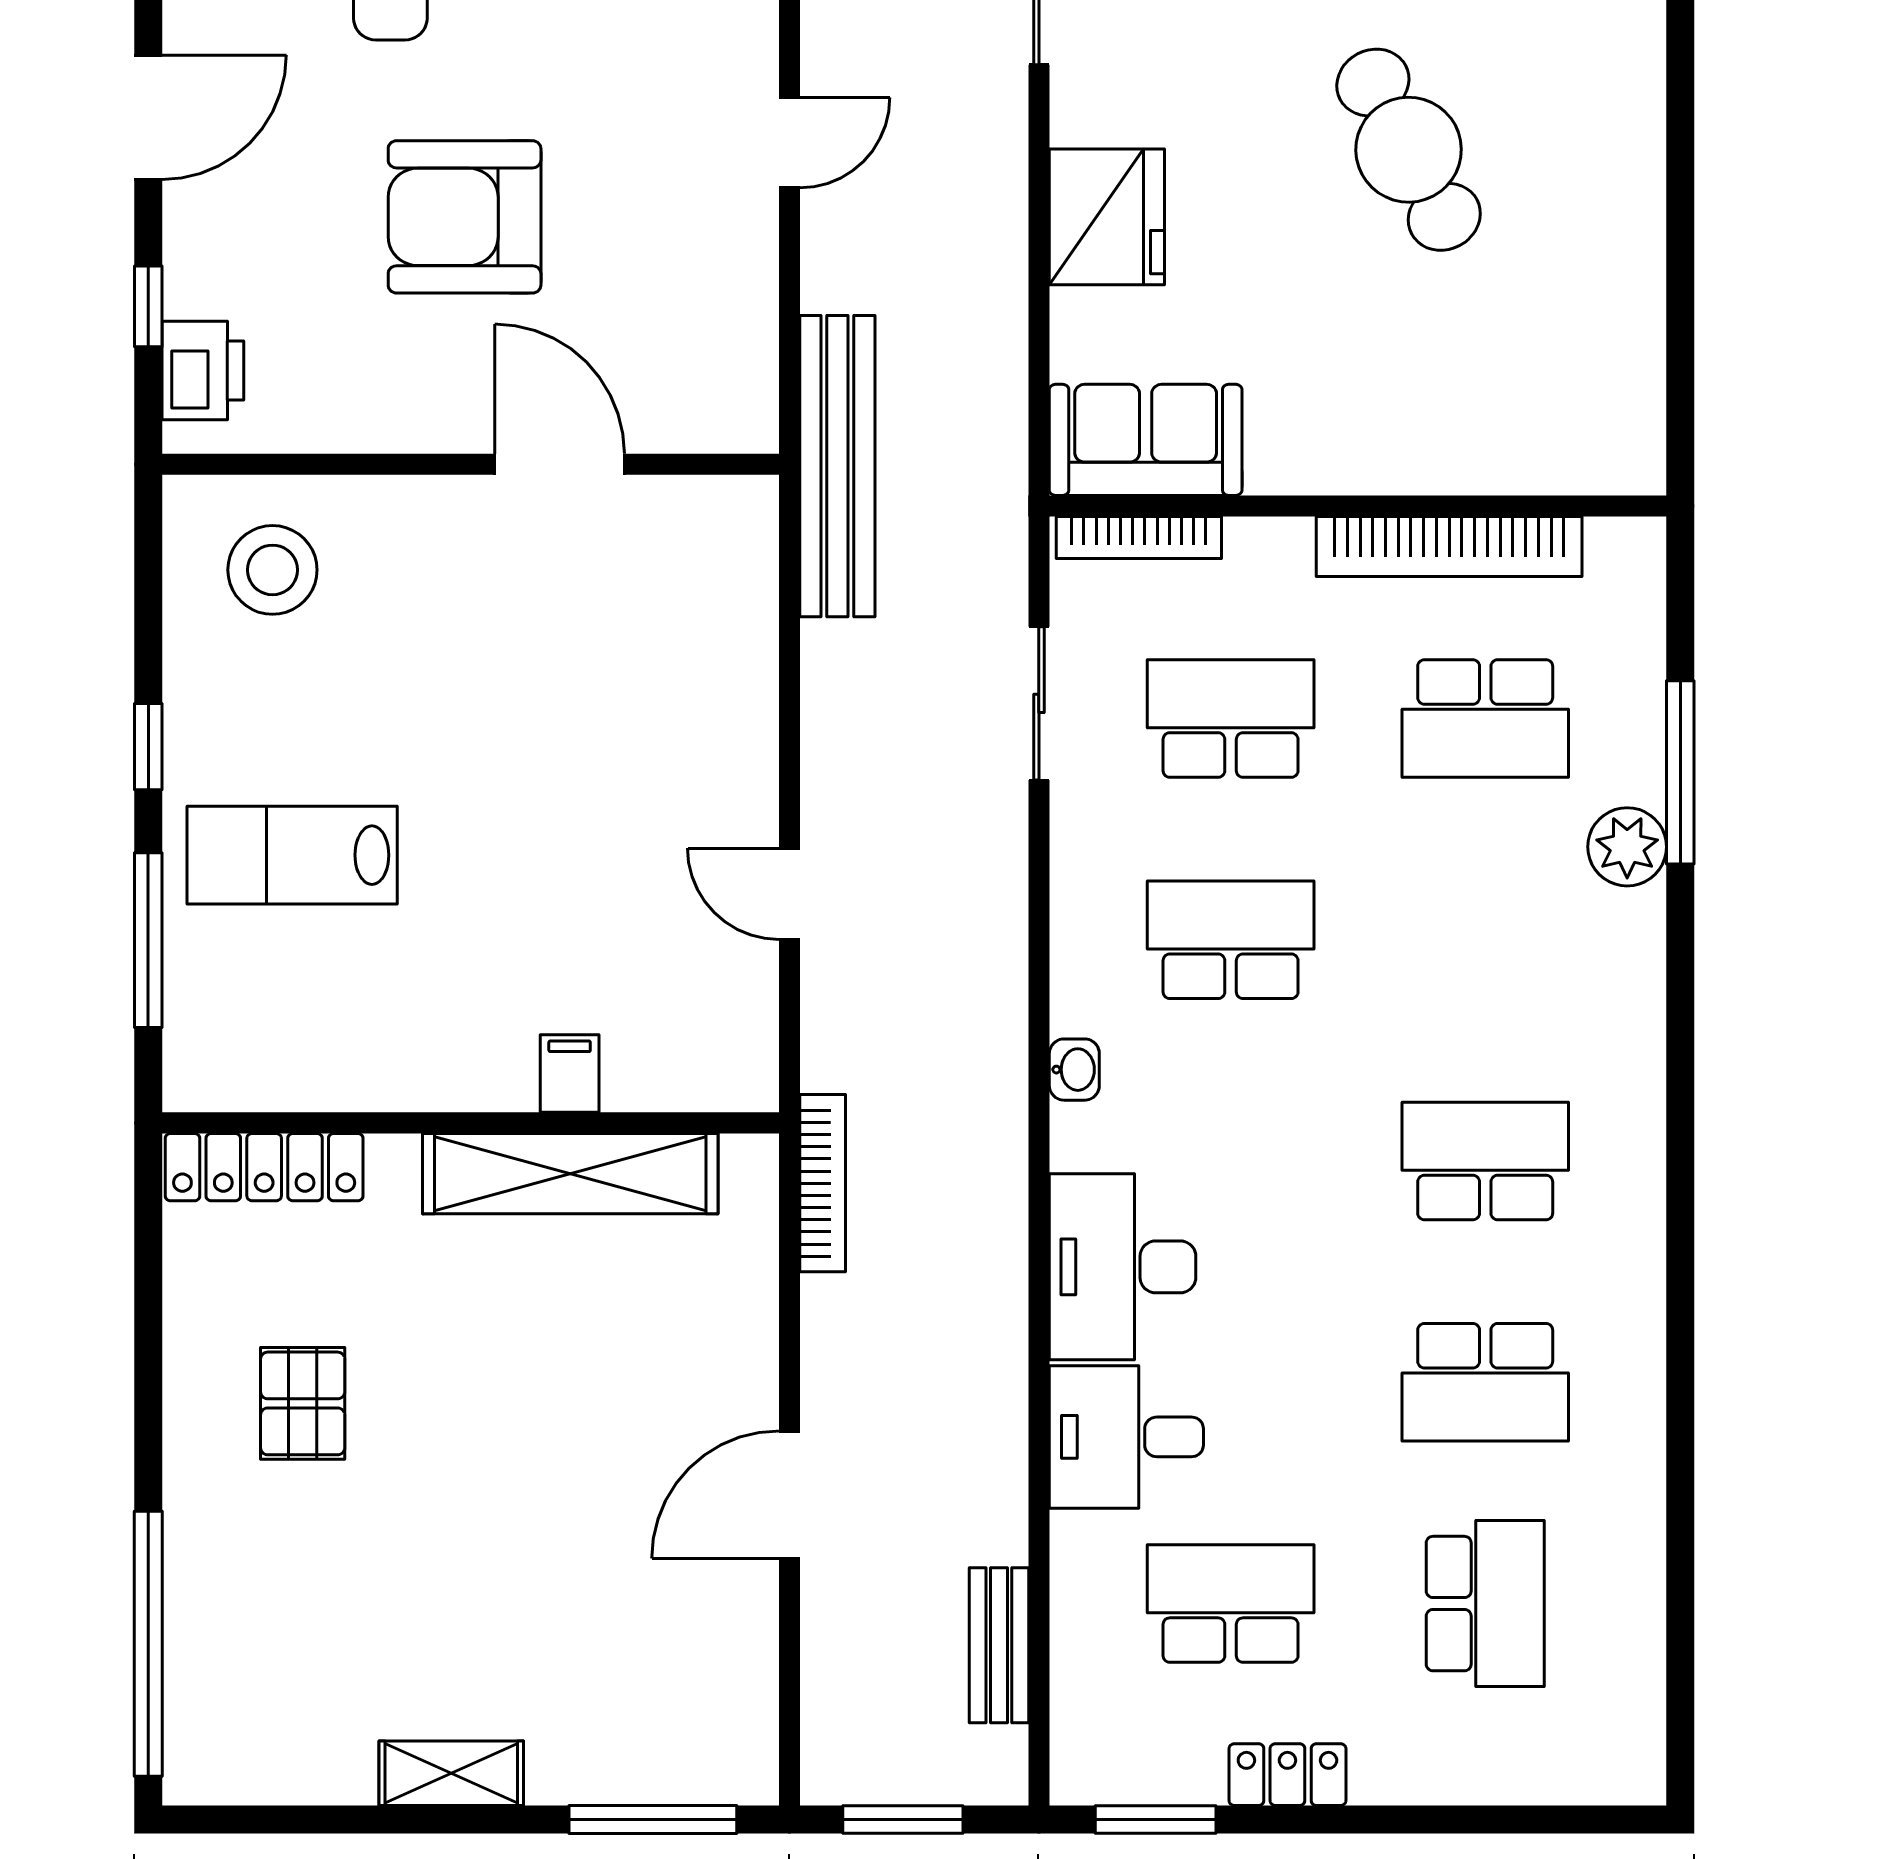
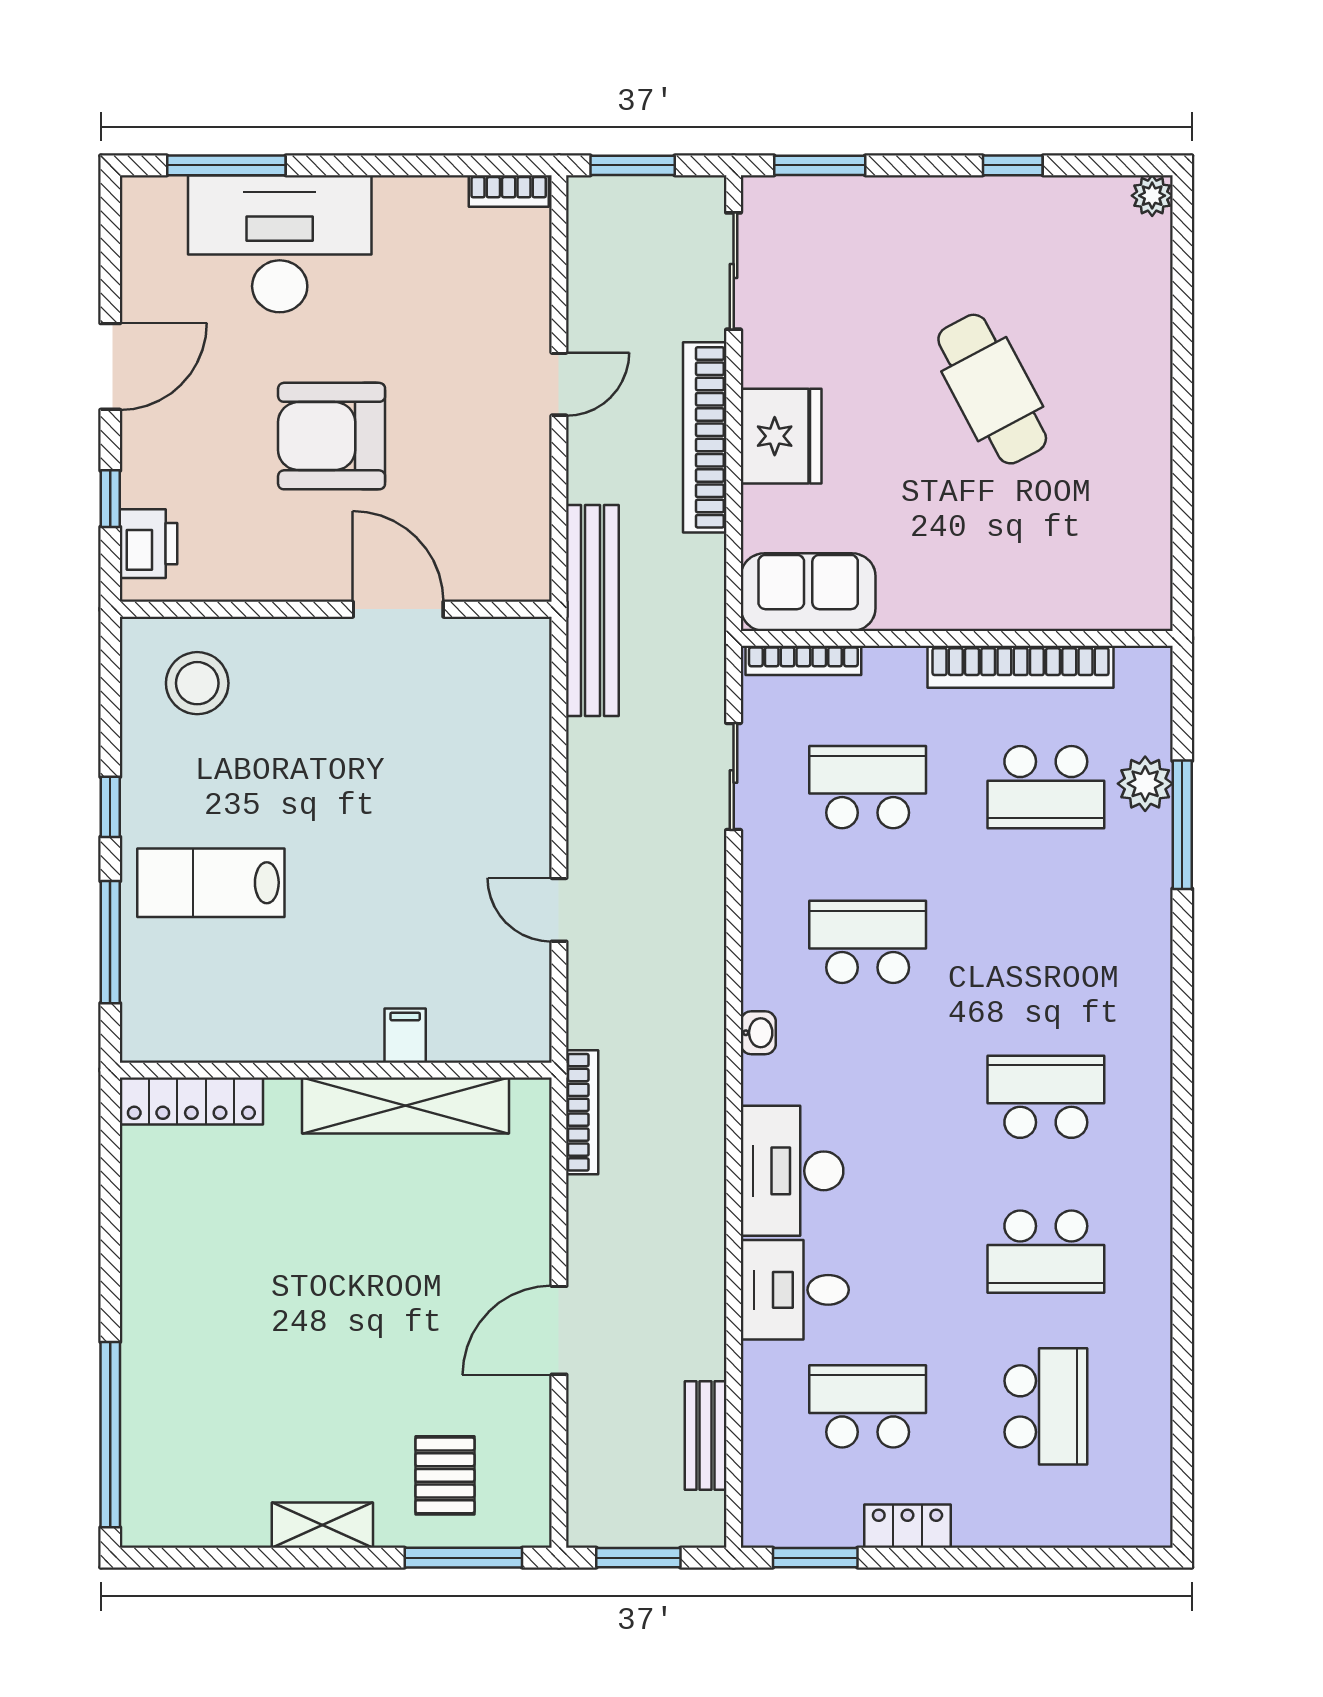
bookcase: (998, 219) -> (705, 437), added
plant: (1627, 847) -> (1145, 784), moved
pallet: (303, 1403) -> (445, 1475), moved

